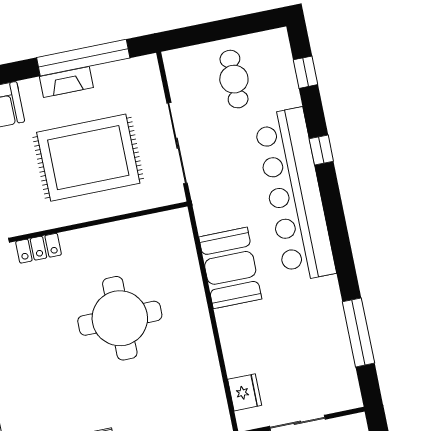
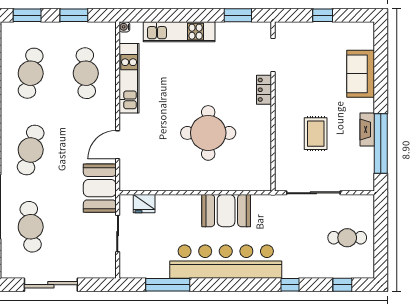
rug: (88, 158) -> (316, 134), width x0.54, depth x0.49
bar counter: (295, 195) -> (226, 262), moved

